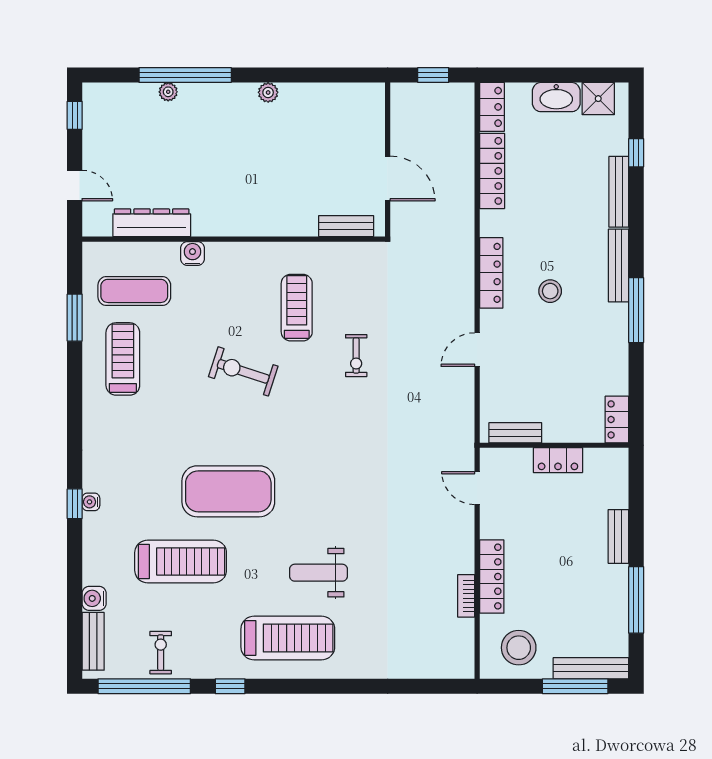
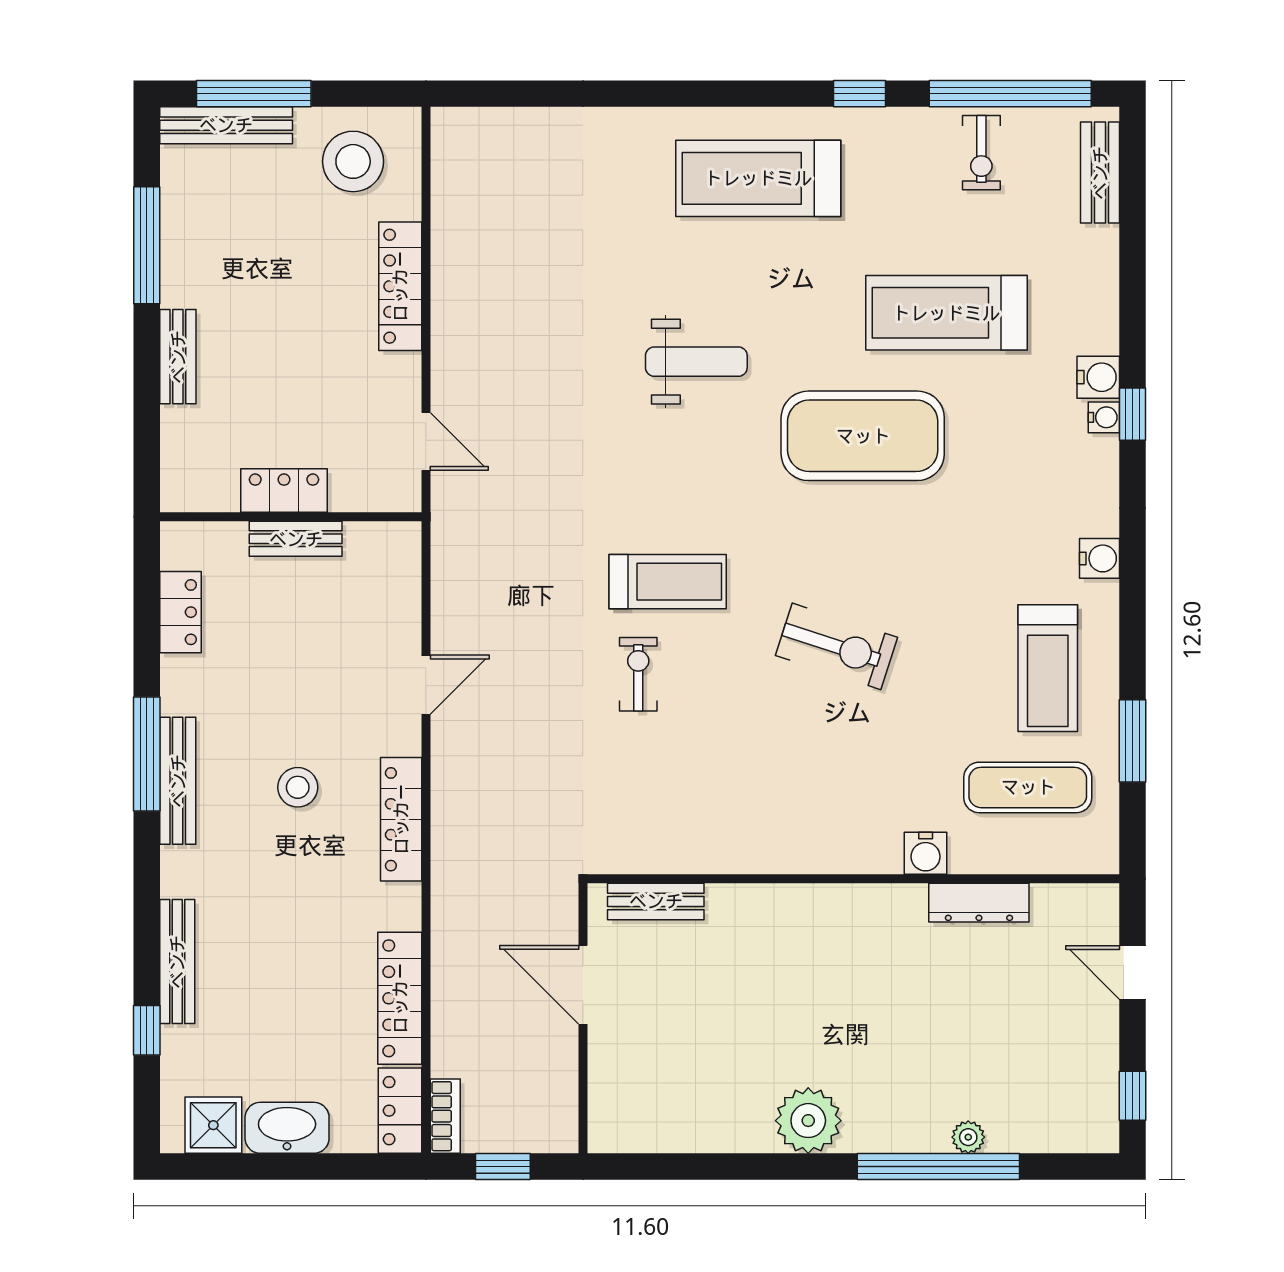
plant: (268, 92) -> (808, 1121), width x1.87, depth x1.87
dresser: (152, 223) -> (979, 903), width x0.73, depth x0.80
bench: (619, 265) -> (178, 781), moved
treadmill: (297, 308) -> (668, 582), moved, turned -90
locker: (617, 419) -> (181, 612), moved
water cooler: (93, 421) -> (1099, 558), added
bench: (515, 433) -> (296, 539), moved
weight bench: (319, 573) -> (696, 362), moved
bookcase: (466, 596) -> (445, 1116), moved
water cooler: (94, 598) -> (1098, 377), moved

